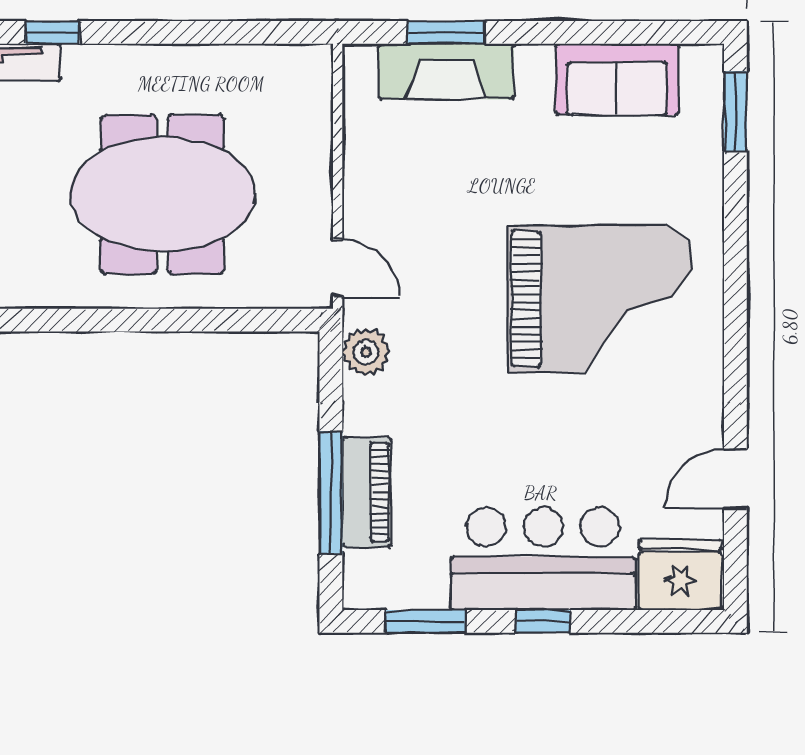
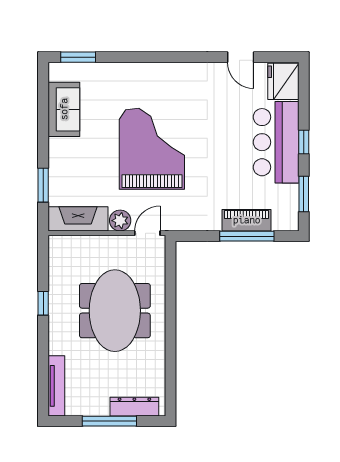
window: (52, 32) -> (43, 303), moved
fireplace: (446, 71) -> (78, 219), moved, turned -90
grand piano: (599, 299) -> (152, 149), moved
plant: (366, 352) -> (120, 221), moved

